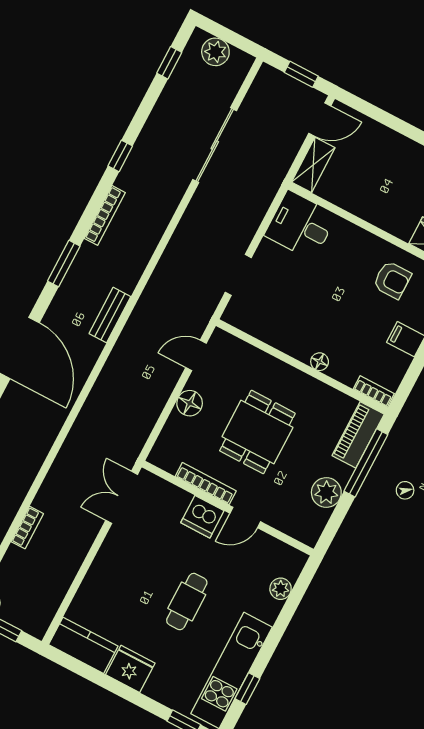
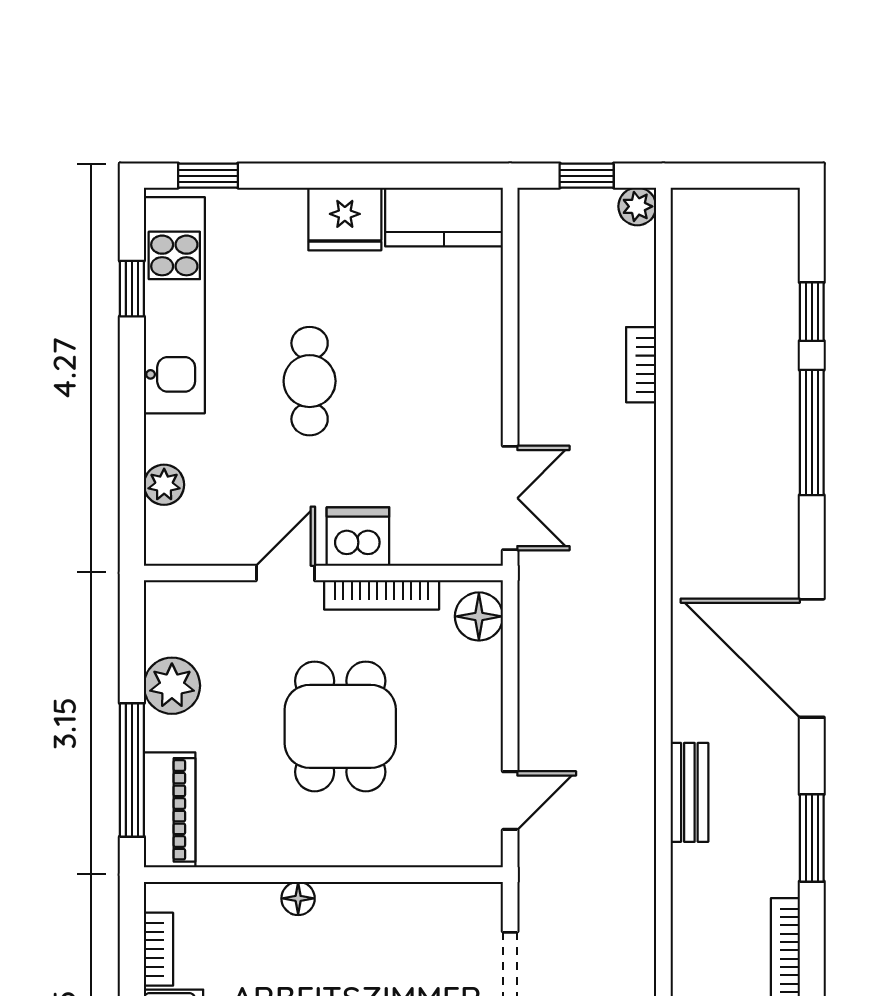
bookcase: (374, 391) -> (158, 949), moved, turned -90
floor lamp: (190, 403) -> (479, 616), moved

